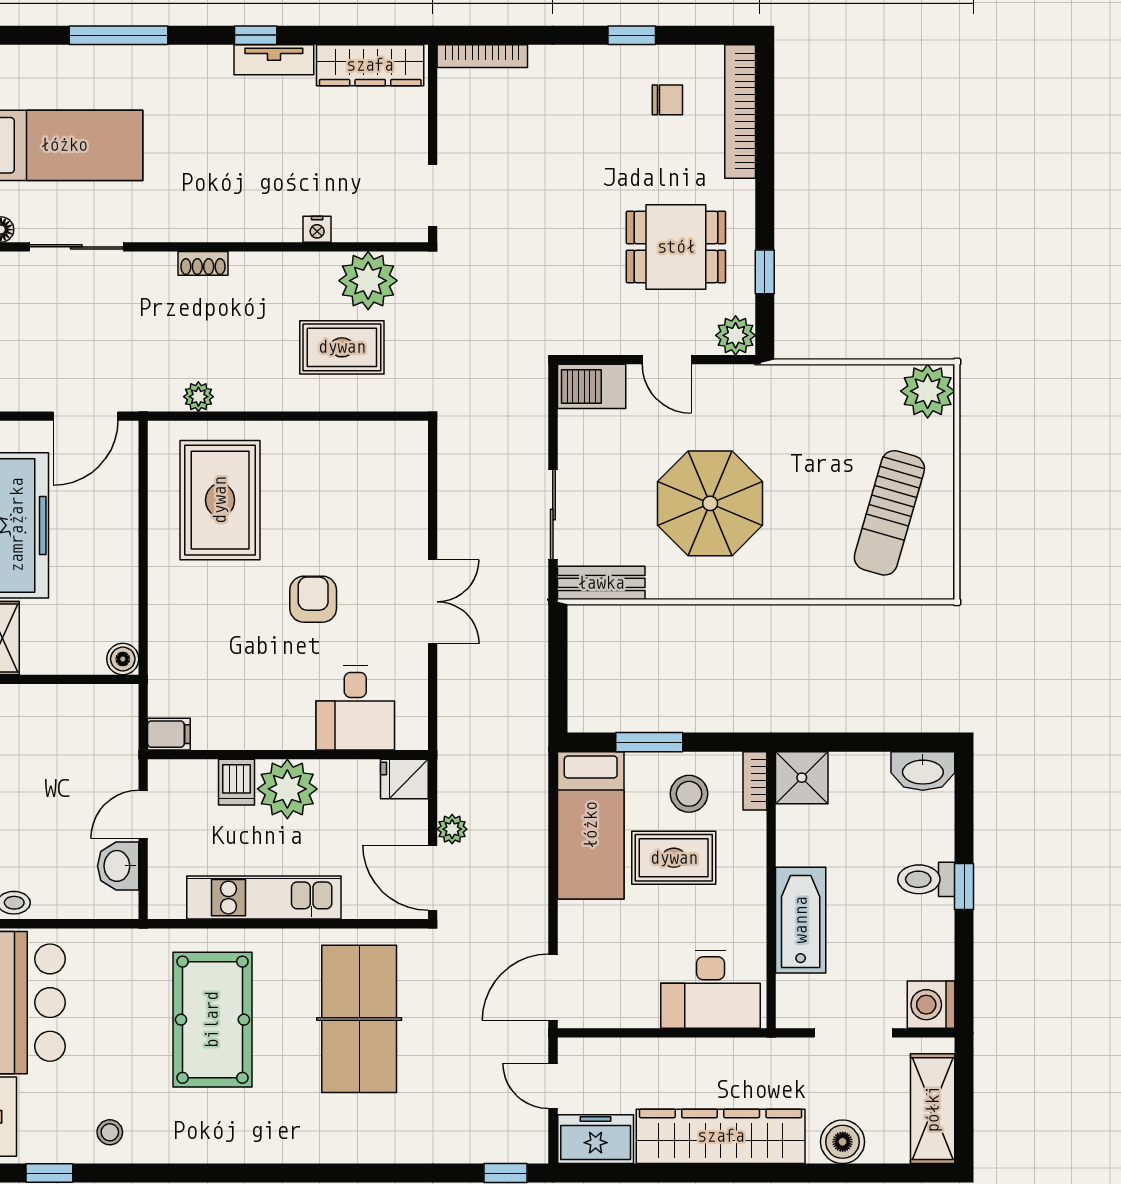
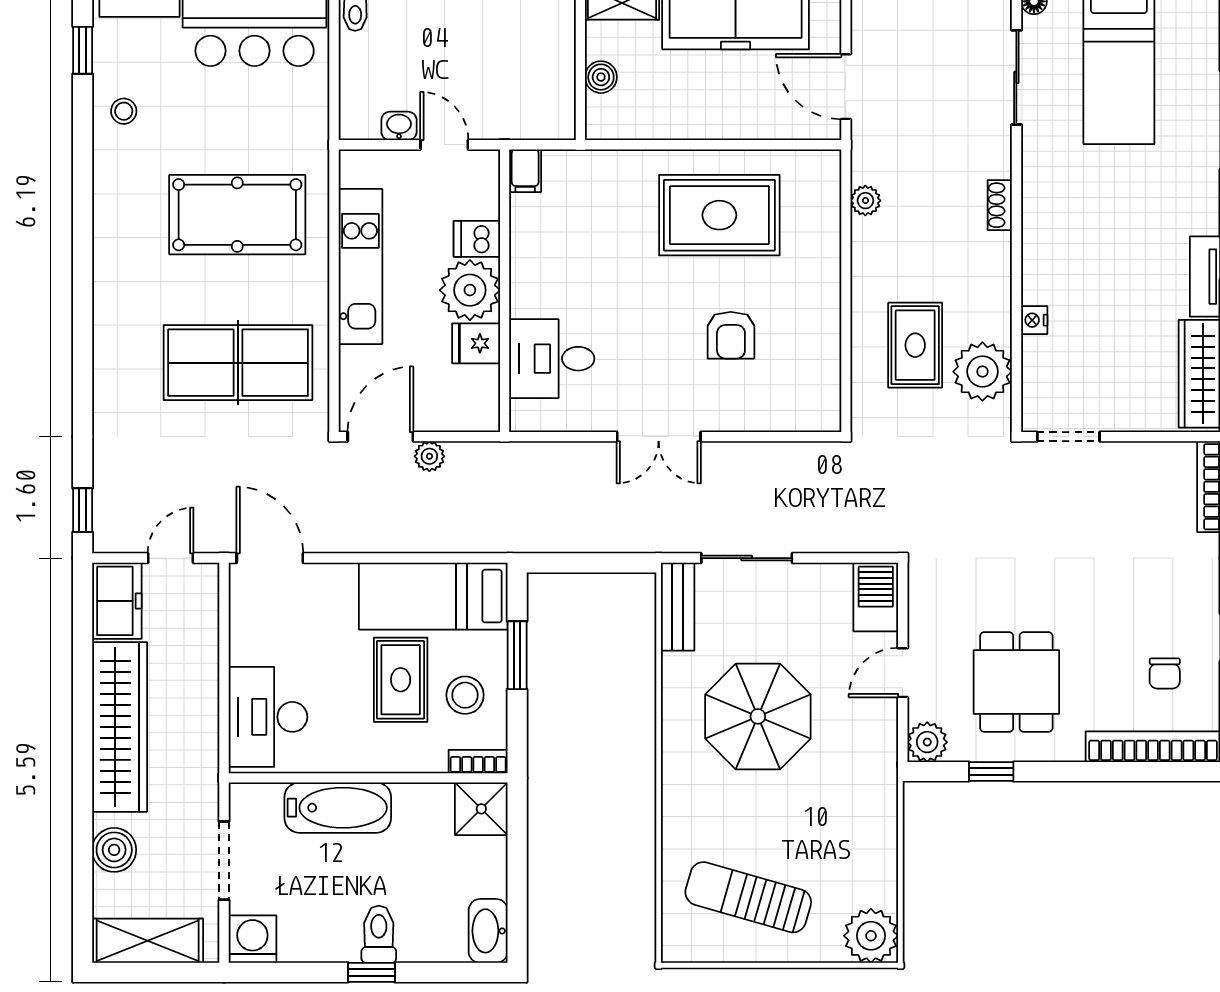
rug: (220, 500) -> (719, 215), moved
armchair: (313, 599) -> (731, 335), moved, turned 90
boiler: (123, 659) -> (601, 77), moved
fridge: (404, 779) -> (476, 343), moved, turned -90
washbasin: (118, 866) -> (399, 126), width x0.72, depth x0.69

